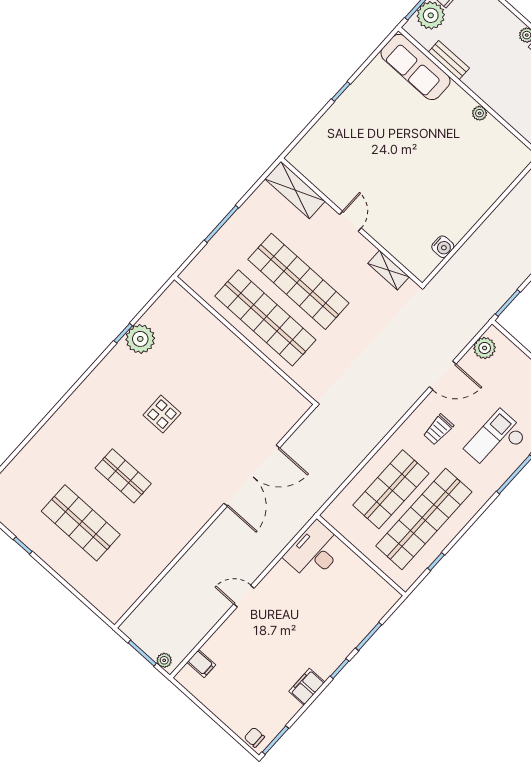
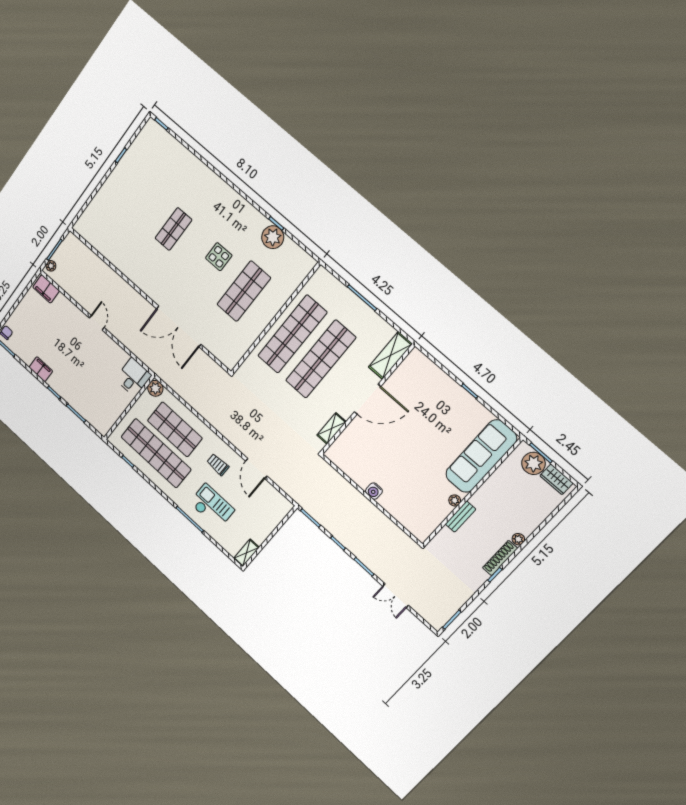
bench: (449, 60) -> (461, 517), moved
sofa: (415, 67) -> (481, 456), width x1.36, depth x1.27
door: (350, 221) -> (368, 399), width x1.88
water cooler: (443, 247) -> (374, 491), moved
plant: (485, 348) -> (155, 388), moved
shop shelf: (81, 523) -> (244, 291), moved
desk: (314, 551) -> (133, 377), width x0.73
filing cabinet: (201, 664) -> (46, 289), width x2.00

